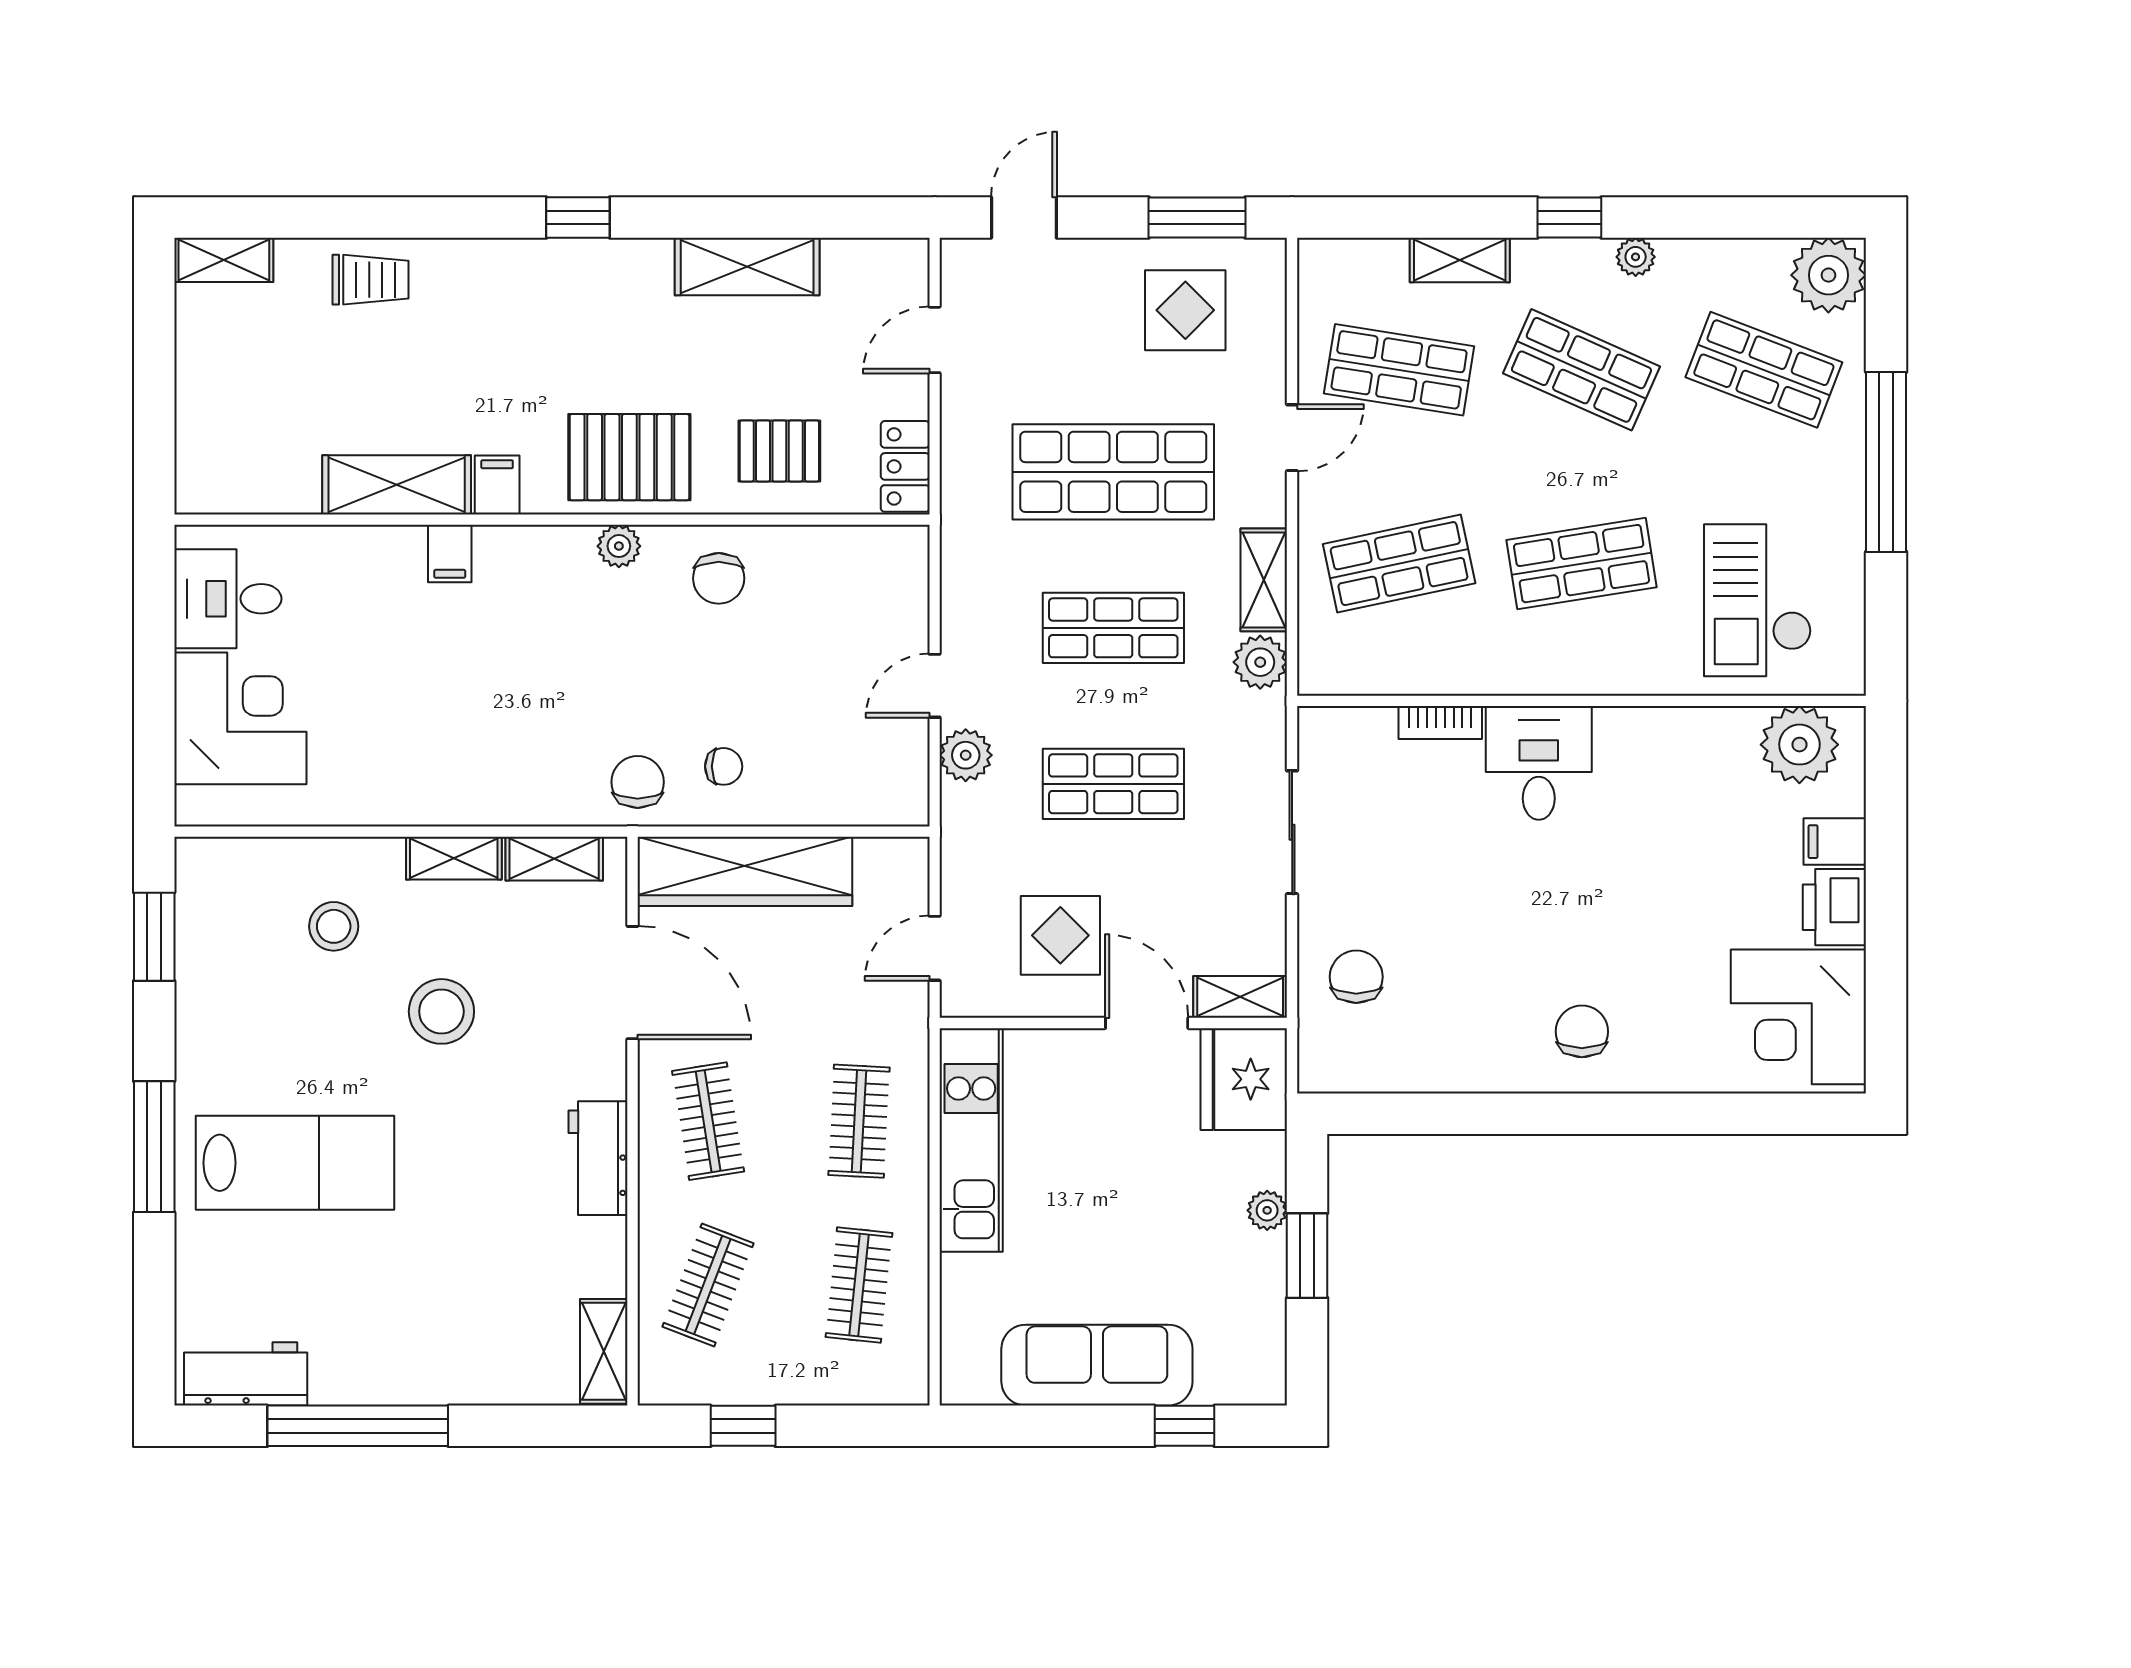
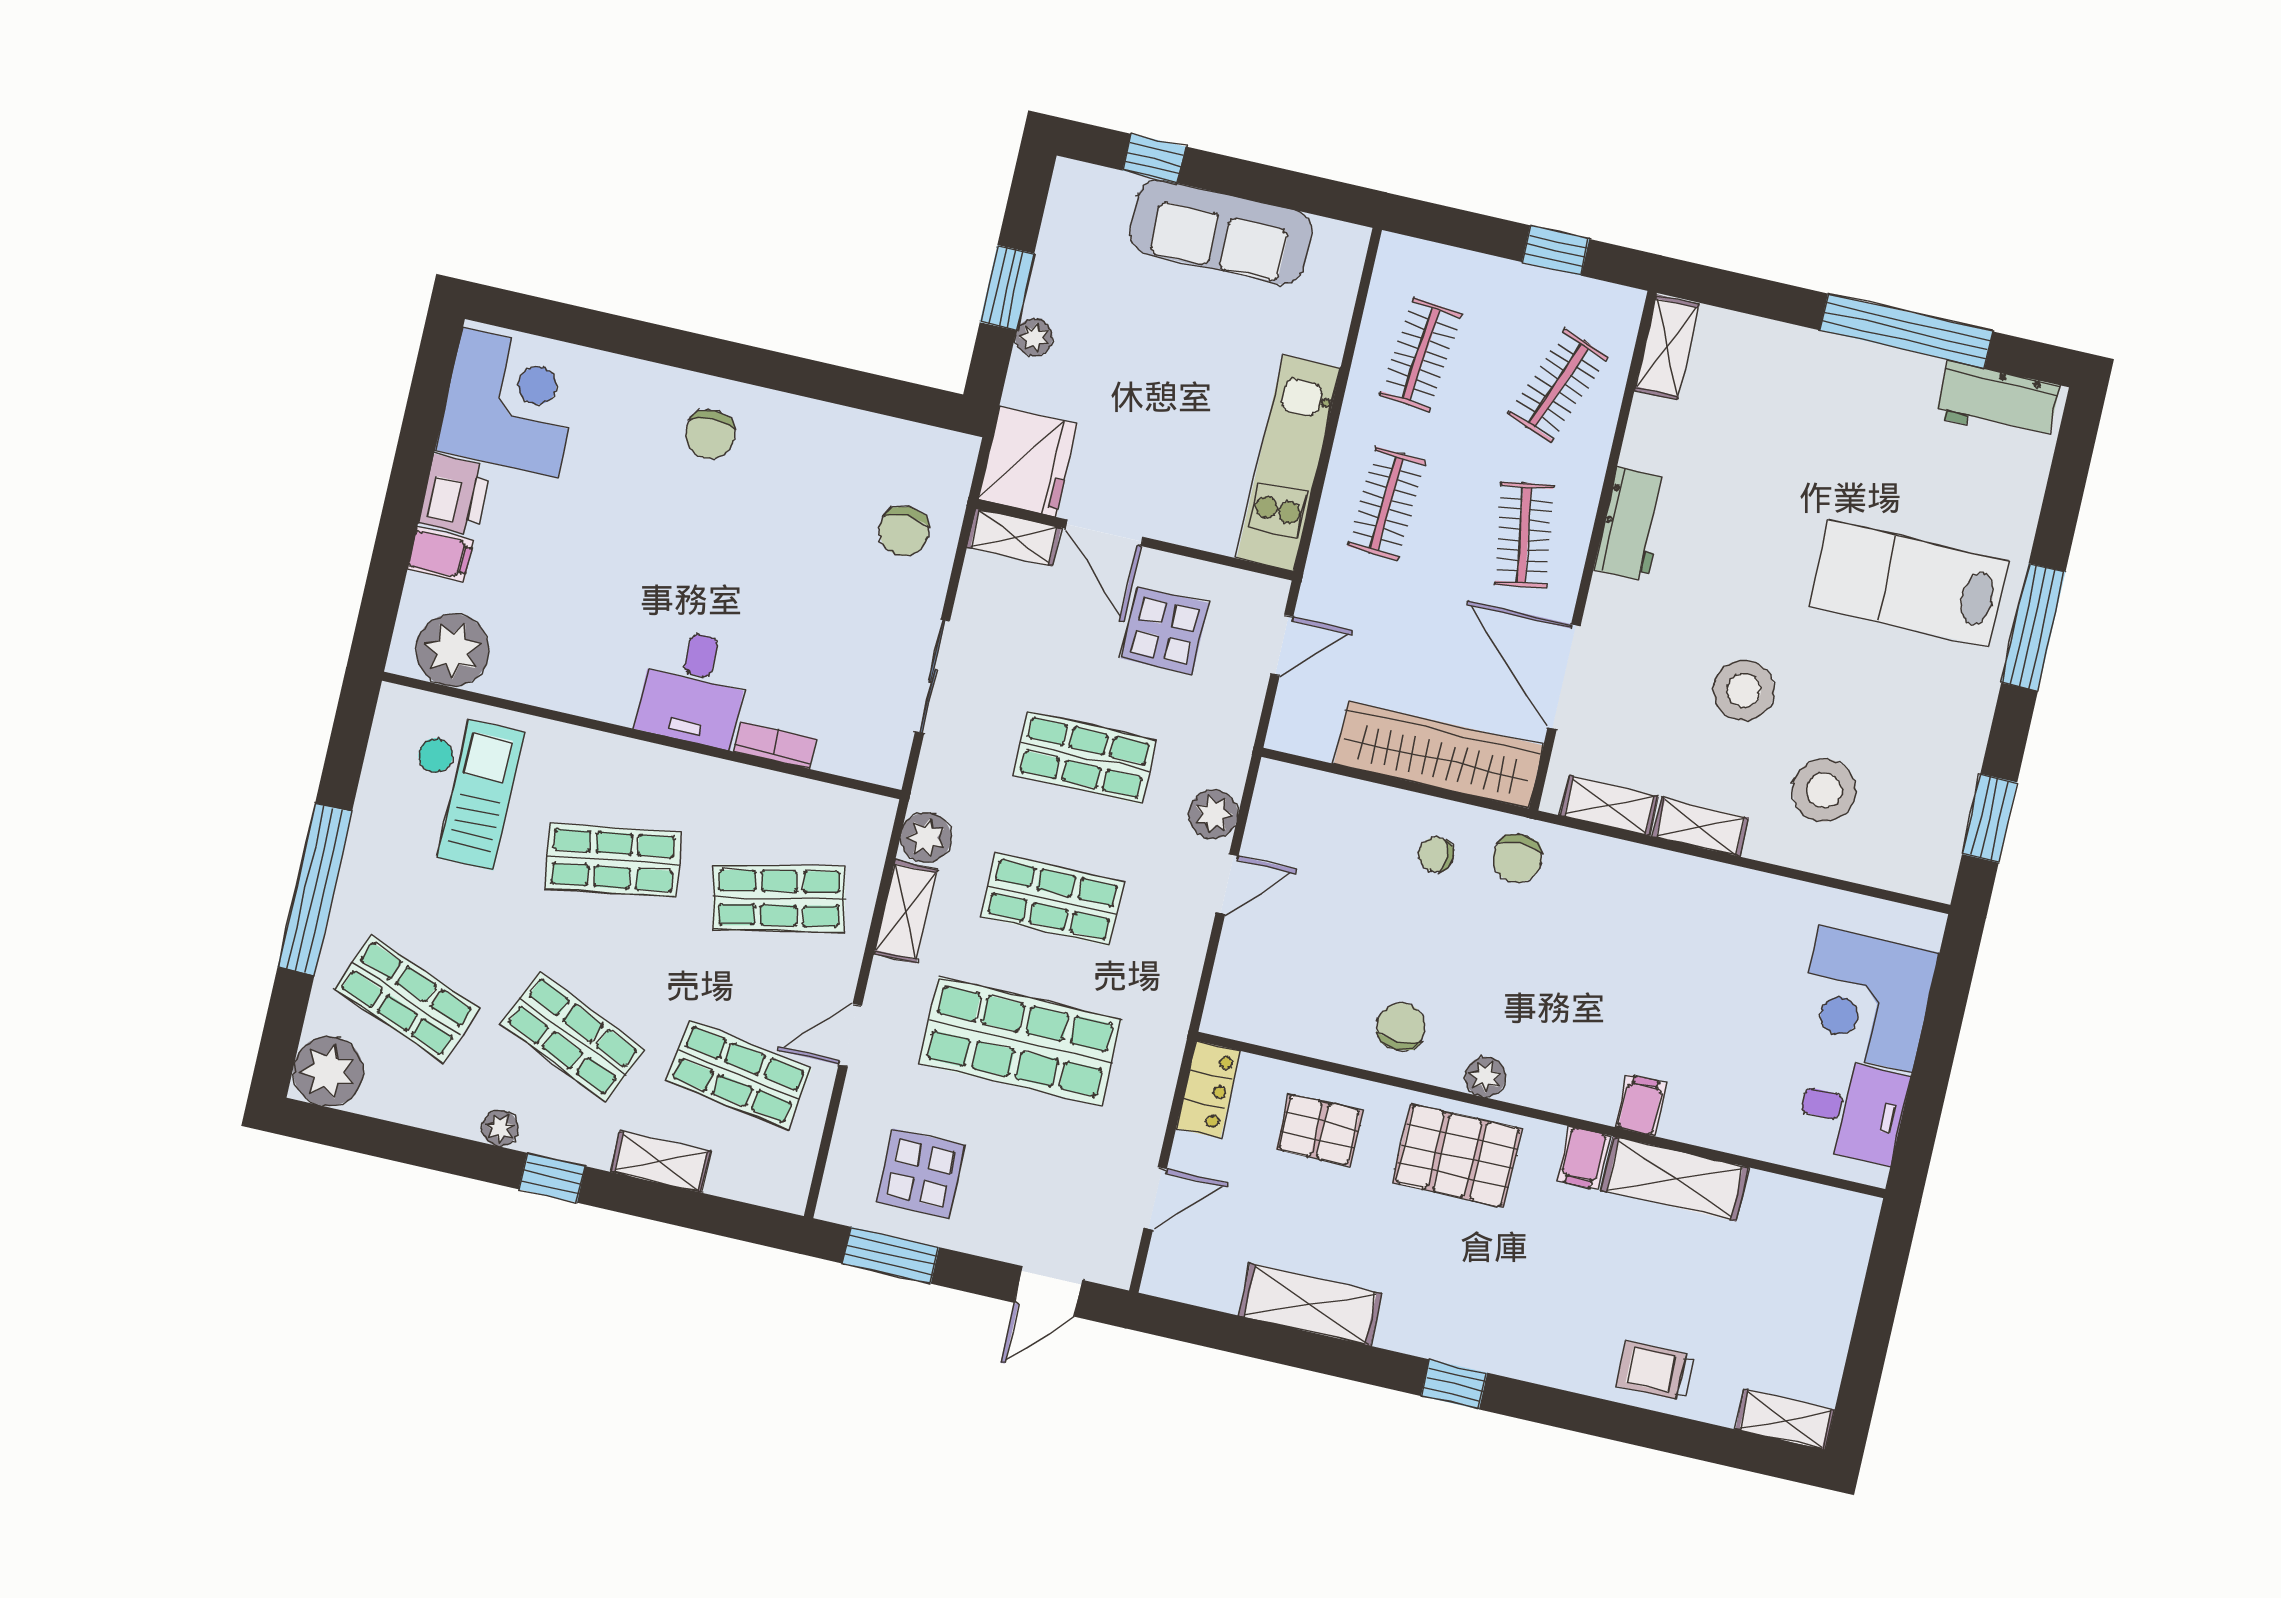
stool: (334, 926) -> (1824, 790), width x1.38, depth x1.38

